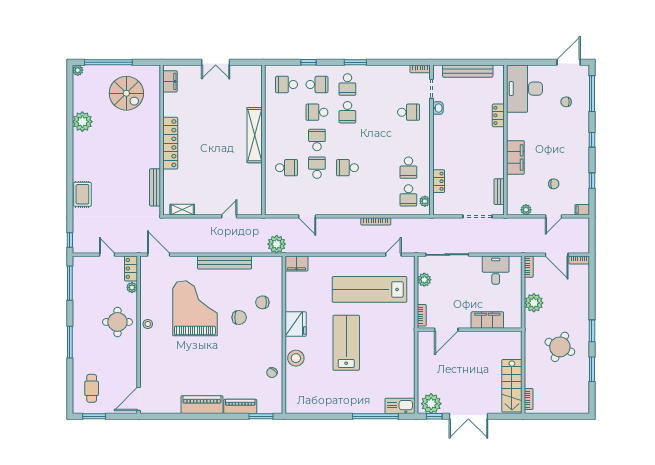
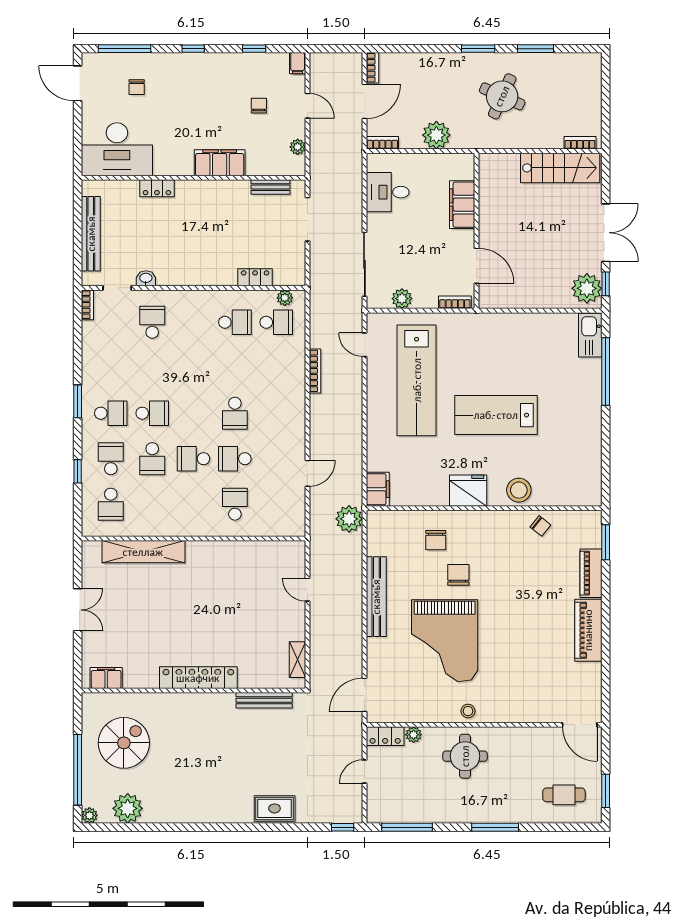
plant: (82, 122) -> (128, 808), moved
shelving: (255, 135) -> (143, 552), moved
grand piano: (195, 308) -> (445, 641), turned -90

